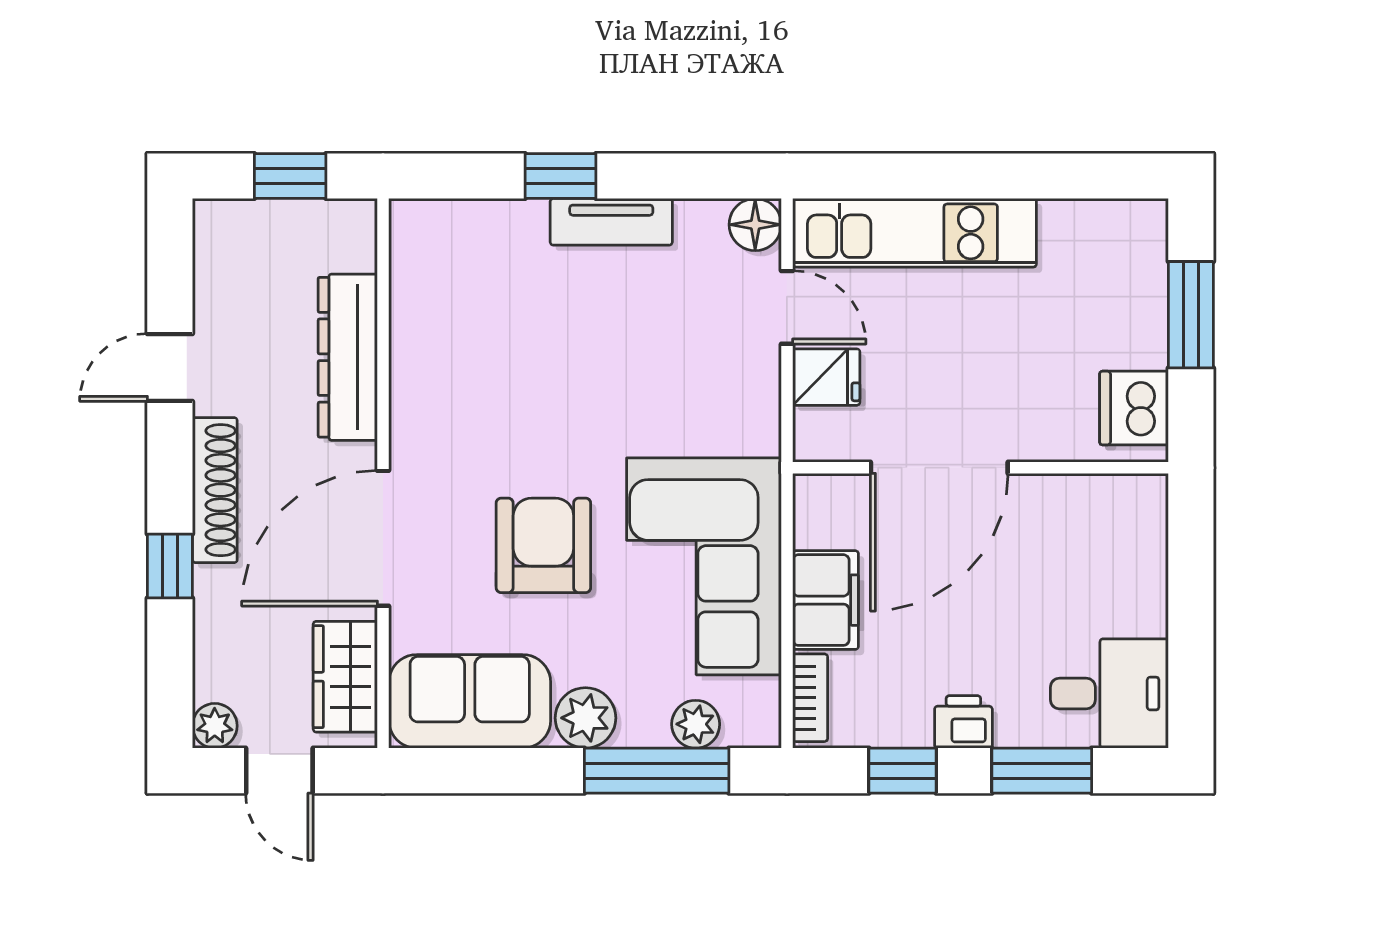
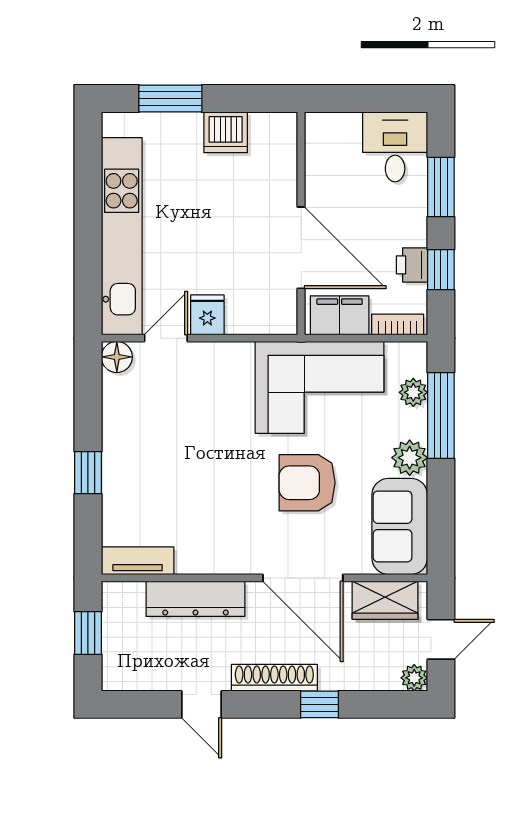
tv unit: (611, 222) -> (138, 561), moved, turned -90
kitchen unit: (915, 233) -> (122, 236), width x1.36
door: (939, 468) -> (301, 248), moved
wall: (981, 468) -> (301, 223), moved
printer: (963, 722) -> (412, 265), moved

